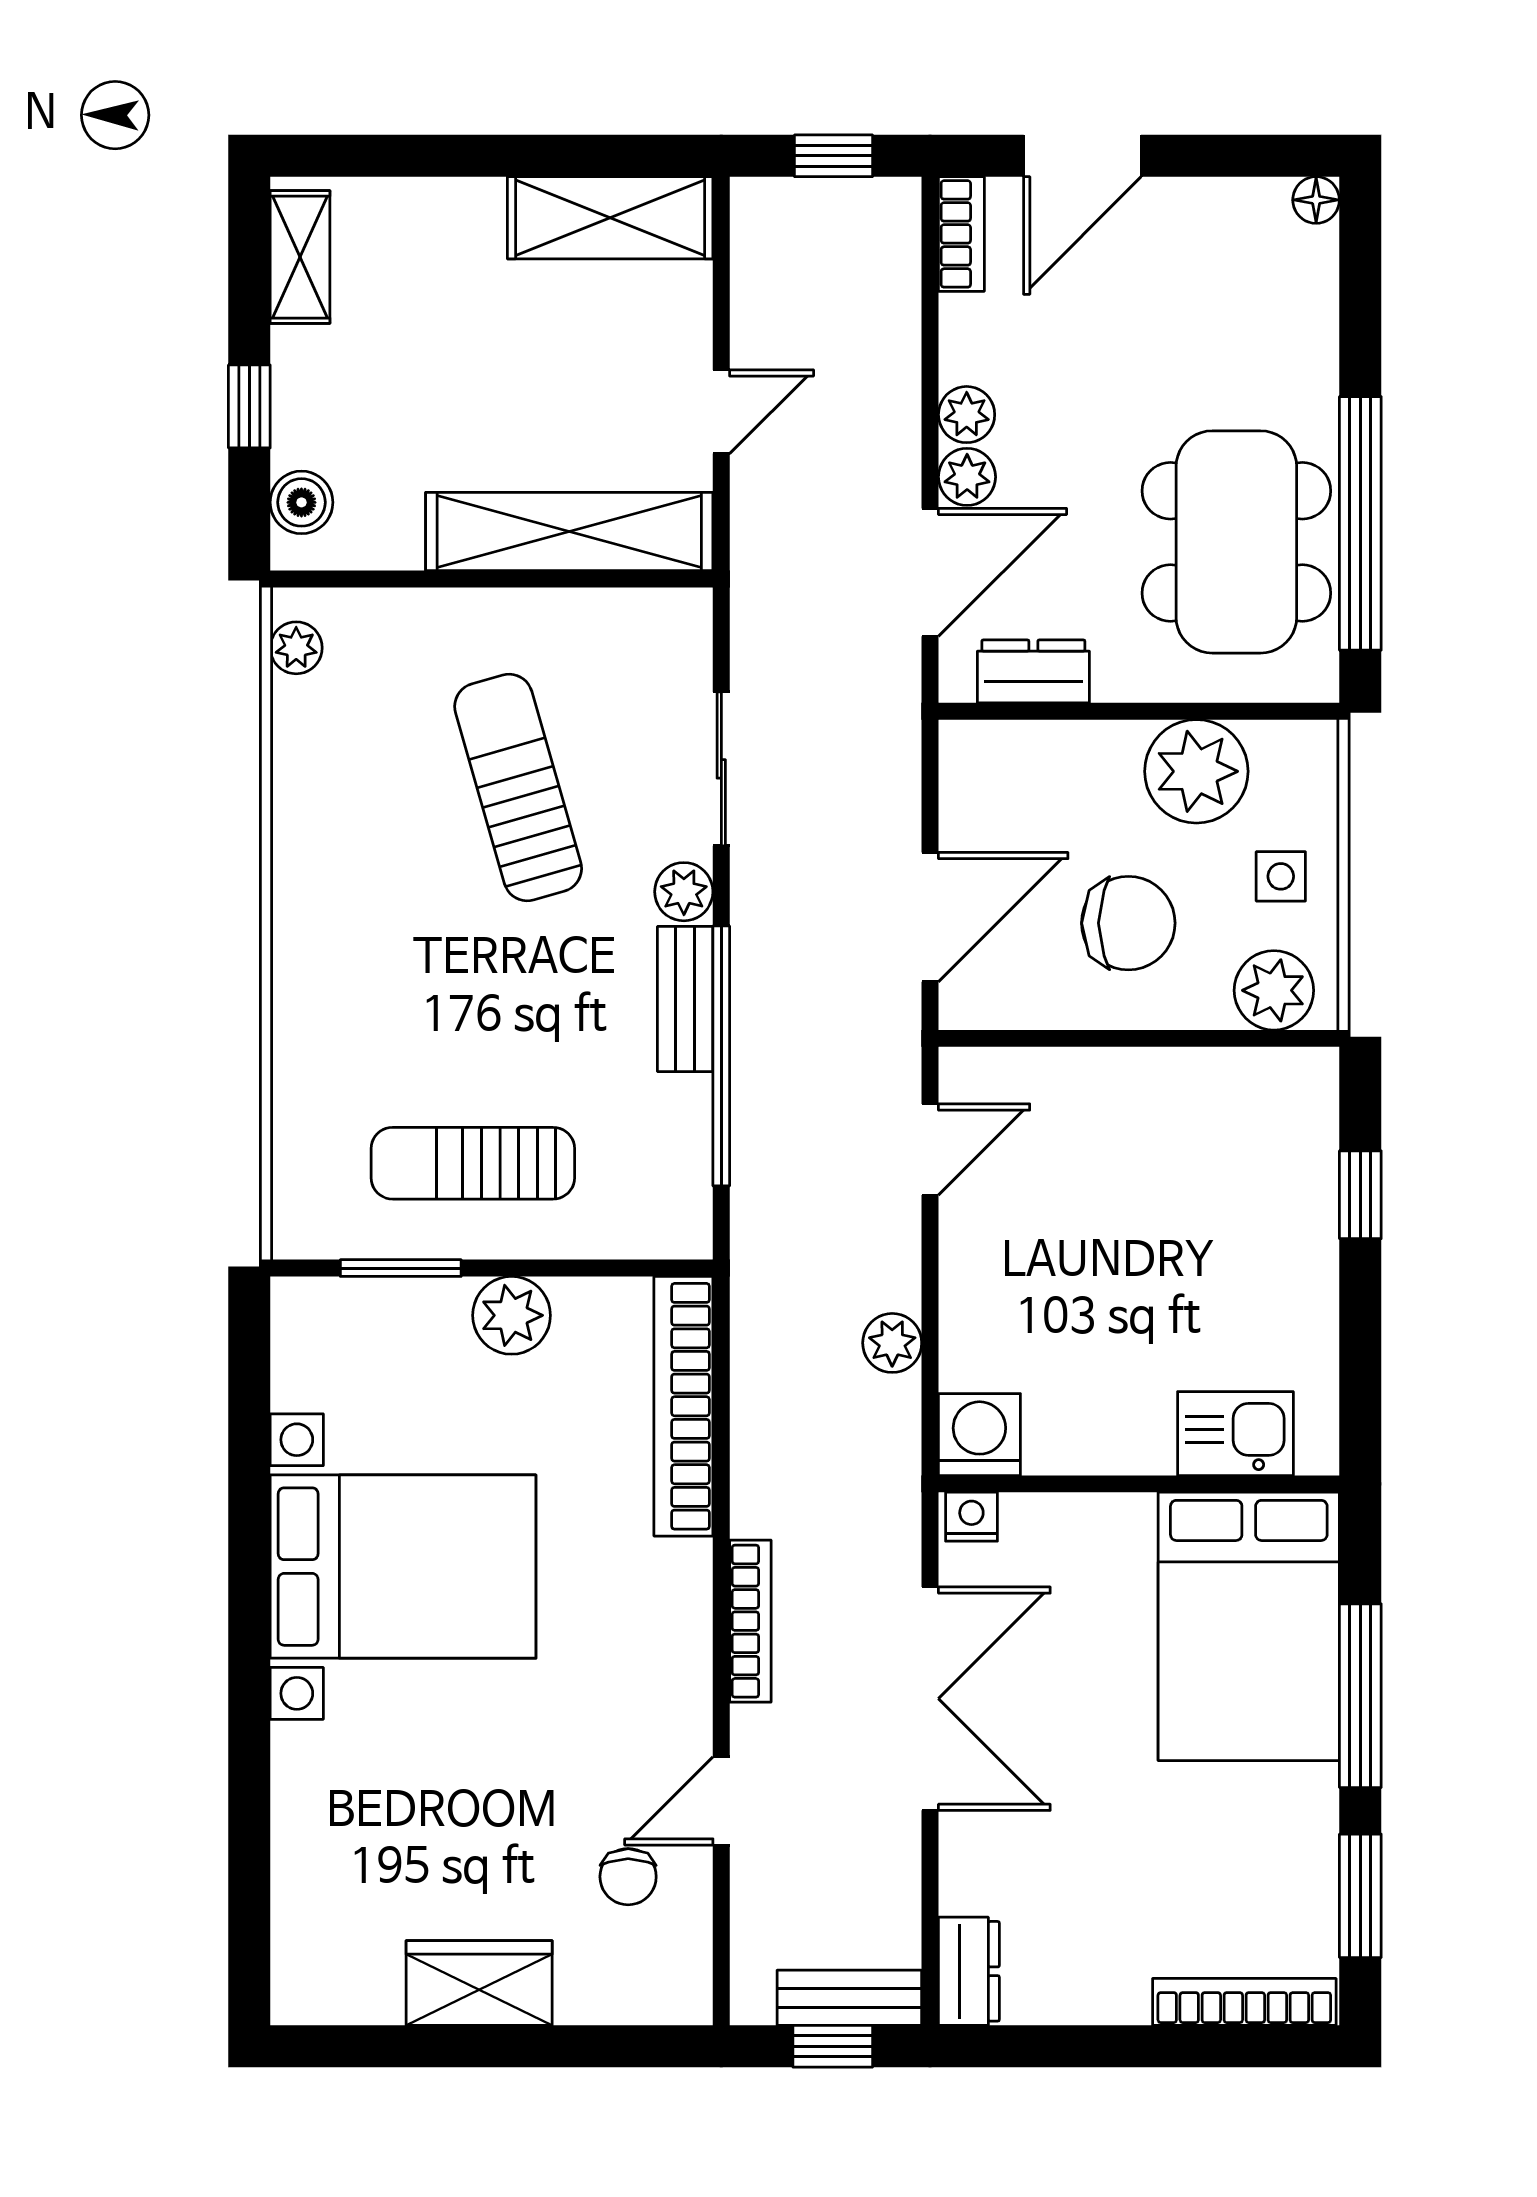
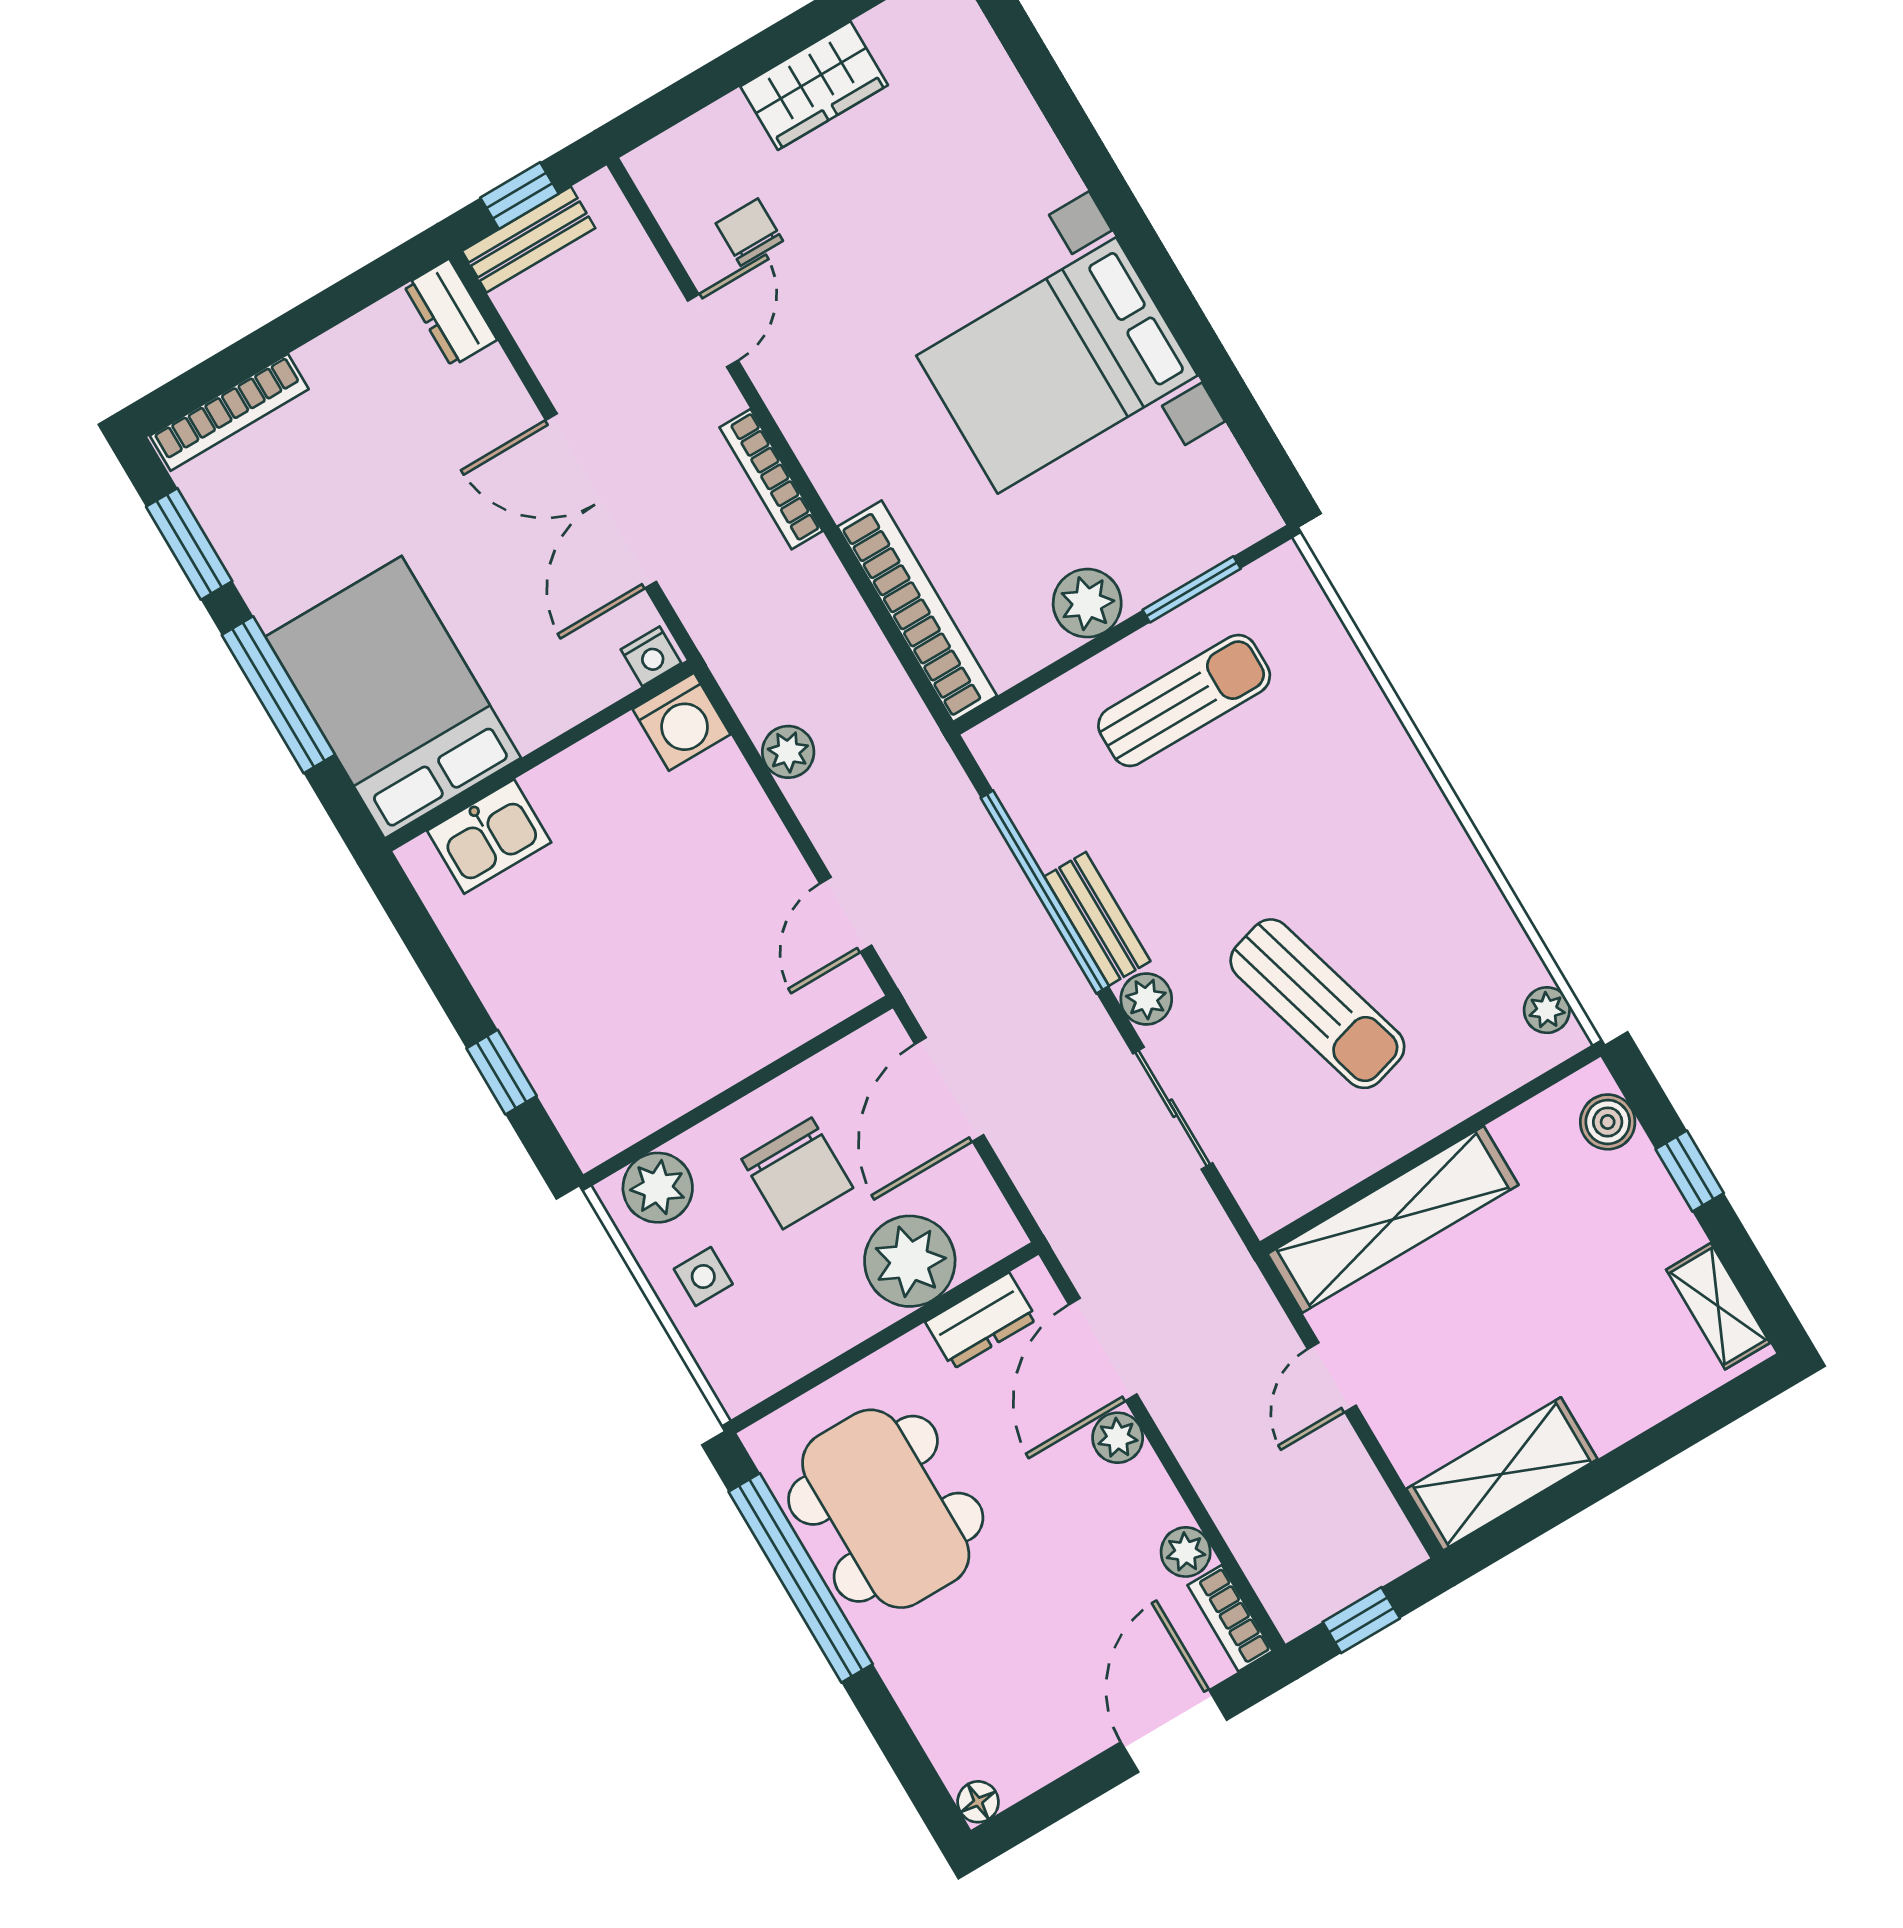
plant: (967, 415) -> (1186, 1552), moved
plant: (1196, 771) -> (910, 1261), moved
chair: (1128, 923) -> (797, 1173), turned -90

